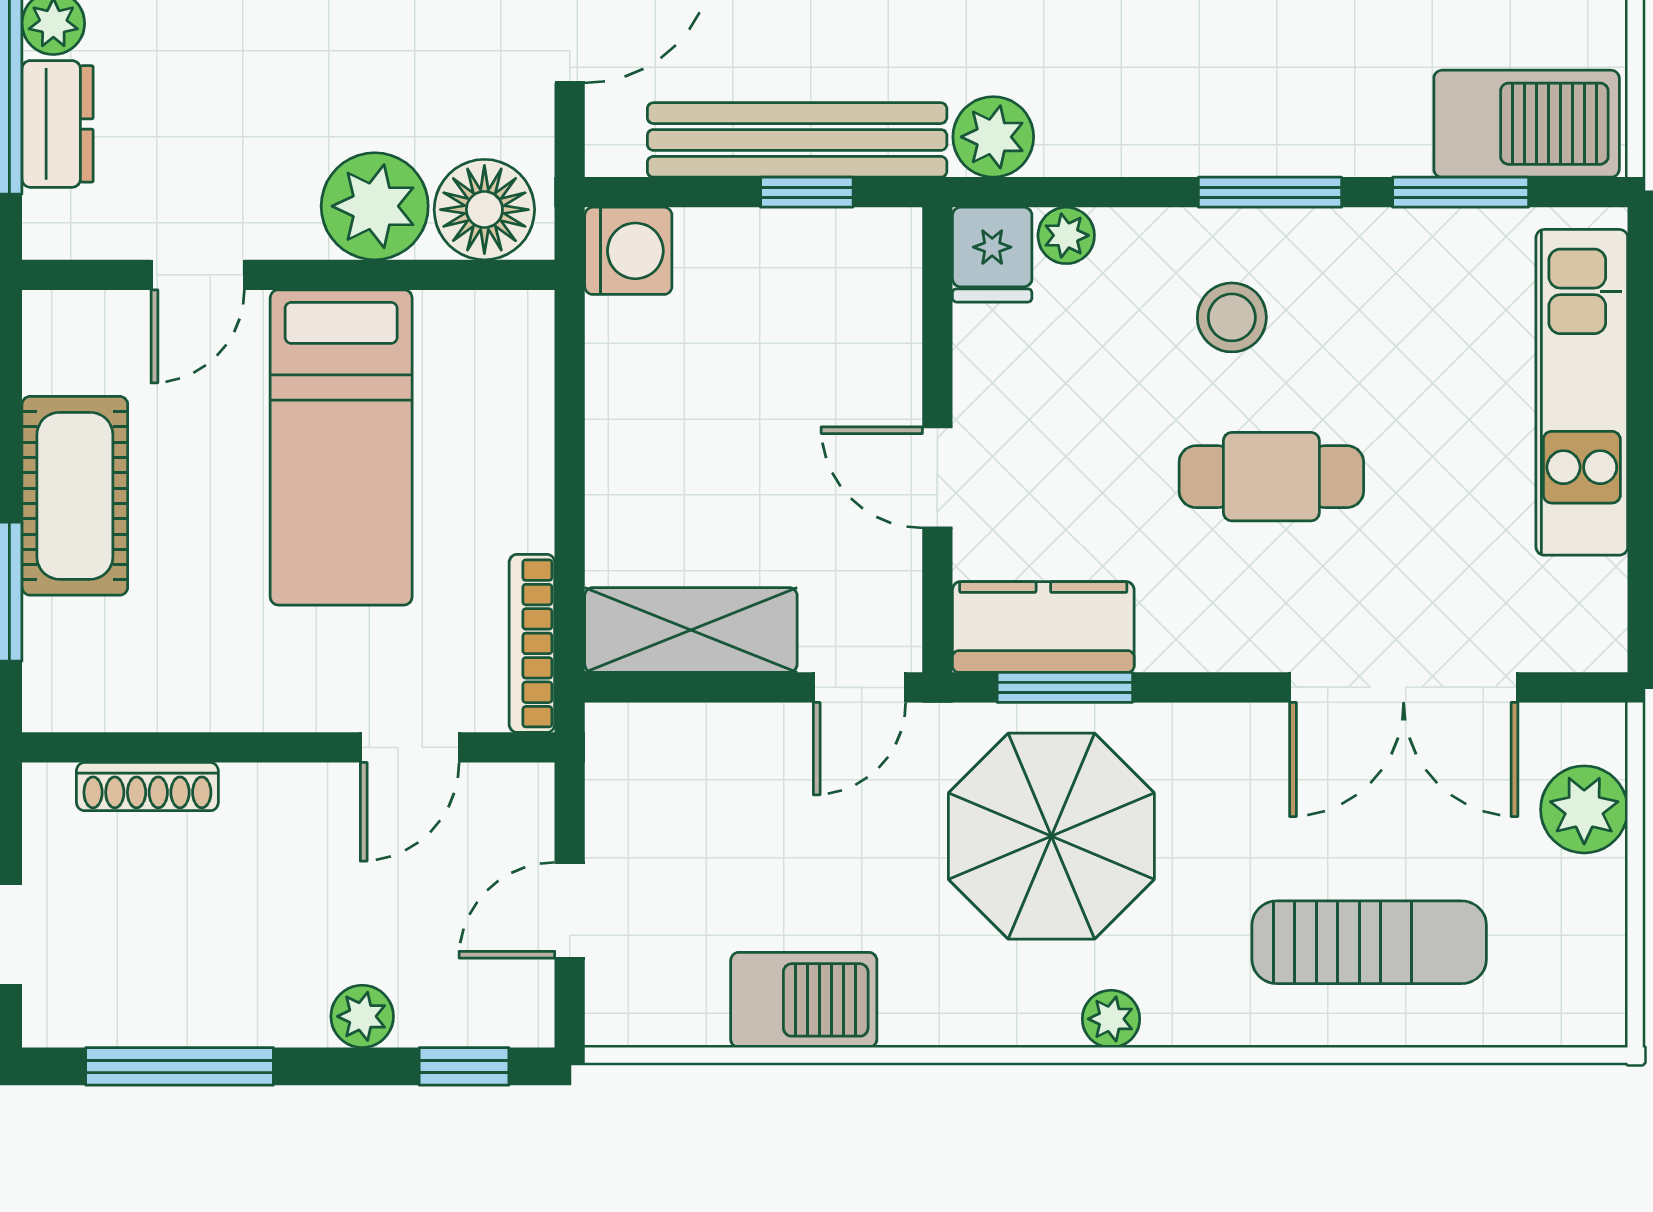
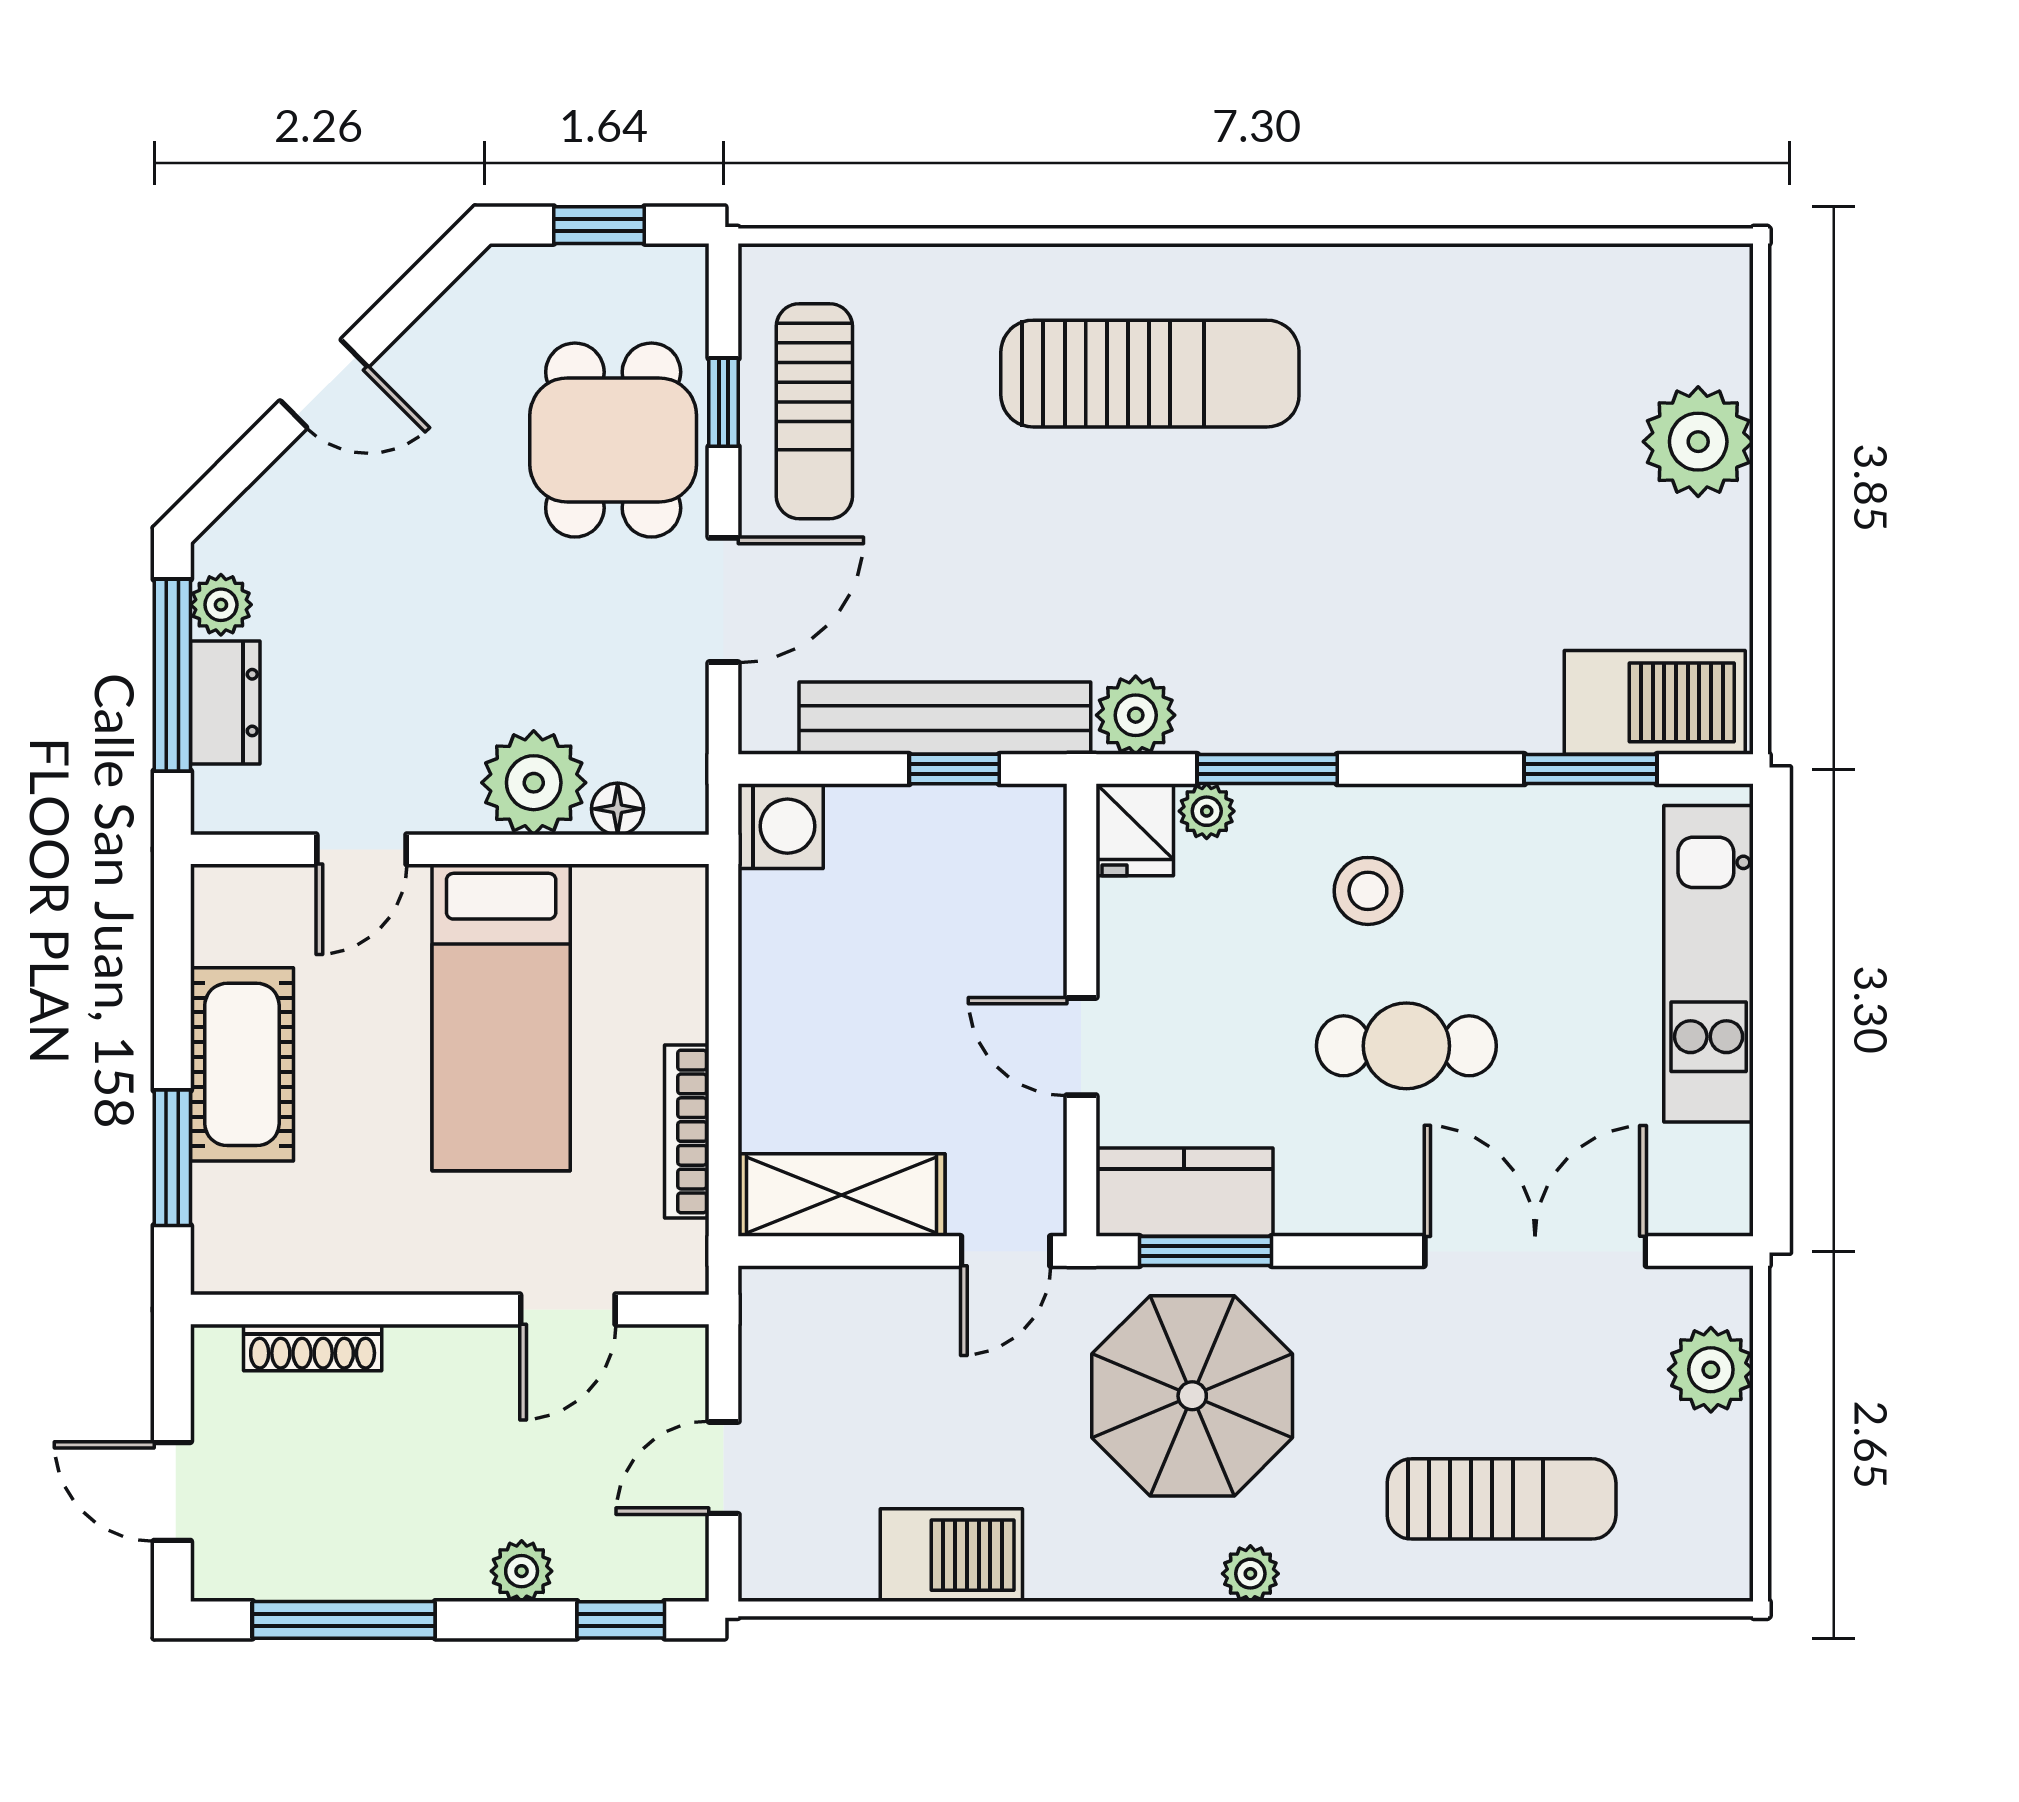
window: (1270, 192) -> (1267, 769), moved
floor lamp: (484, 210) -> (618, 809), width x0.53, depth x0.53
bookcase: (532, 643) -> (687, 1131), moved
double door: (1404, 687) -> (1535, 1251), swing flipped

